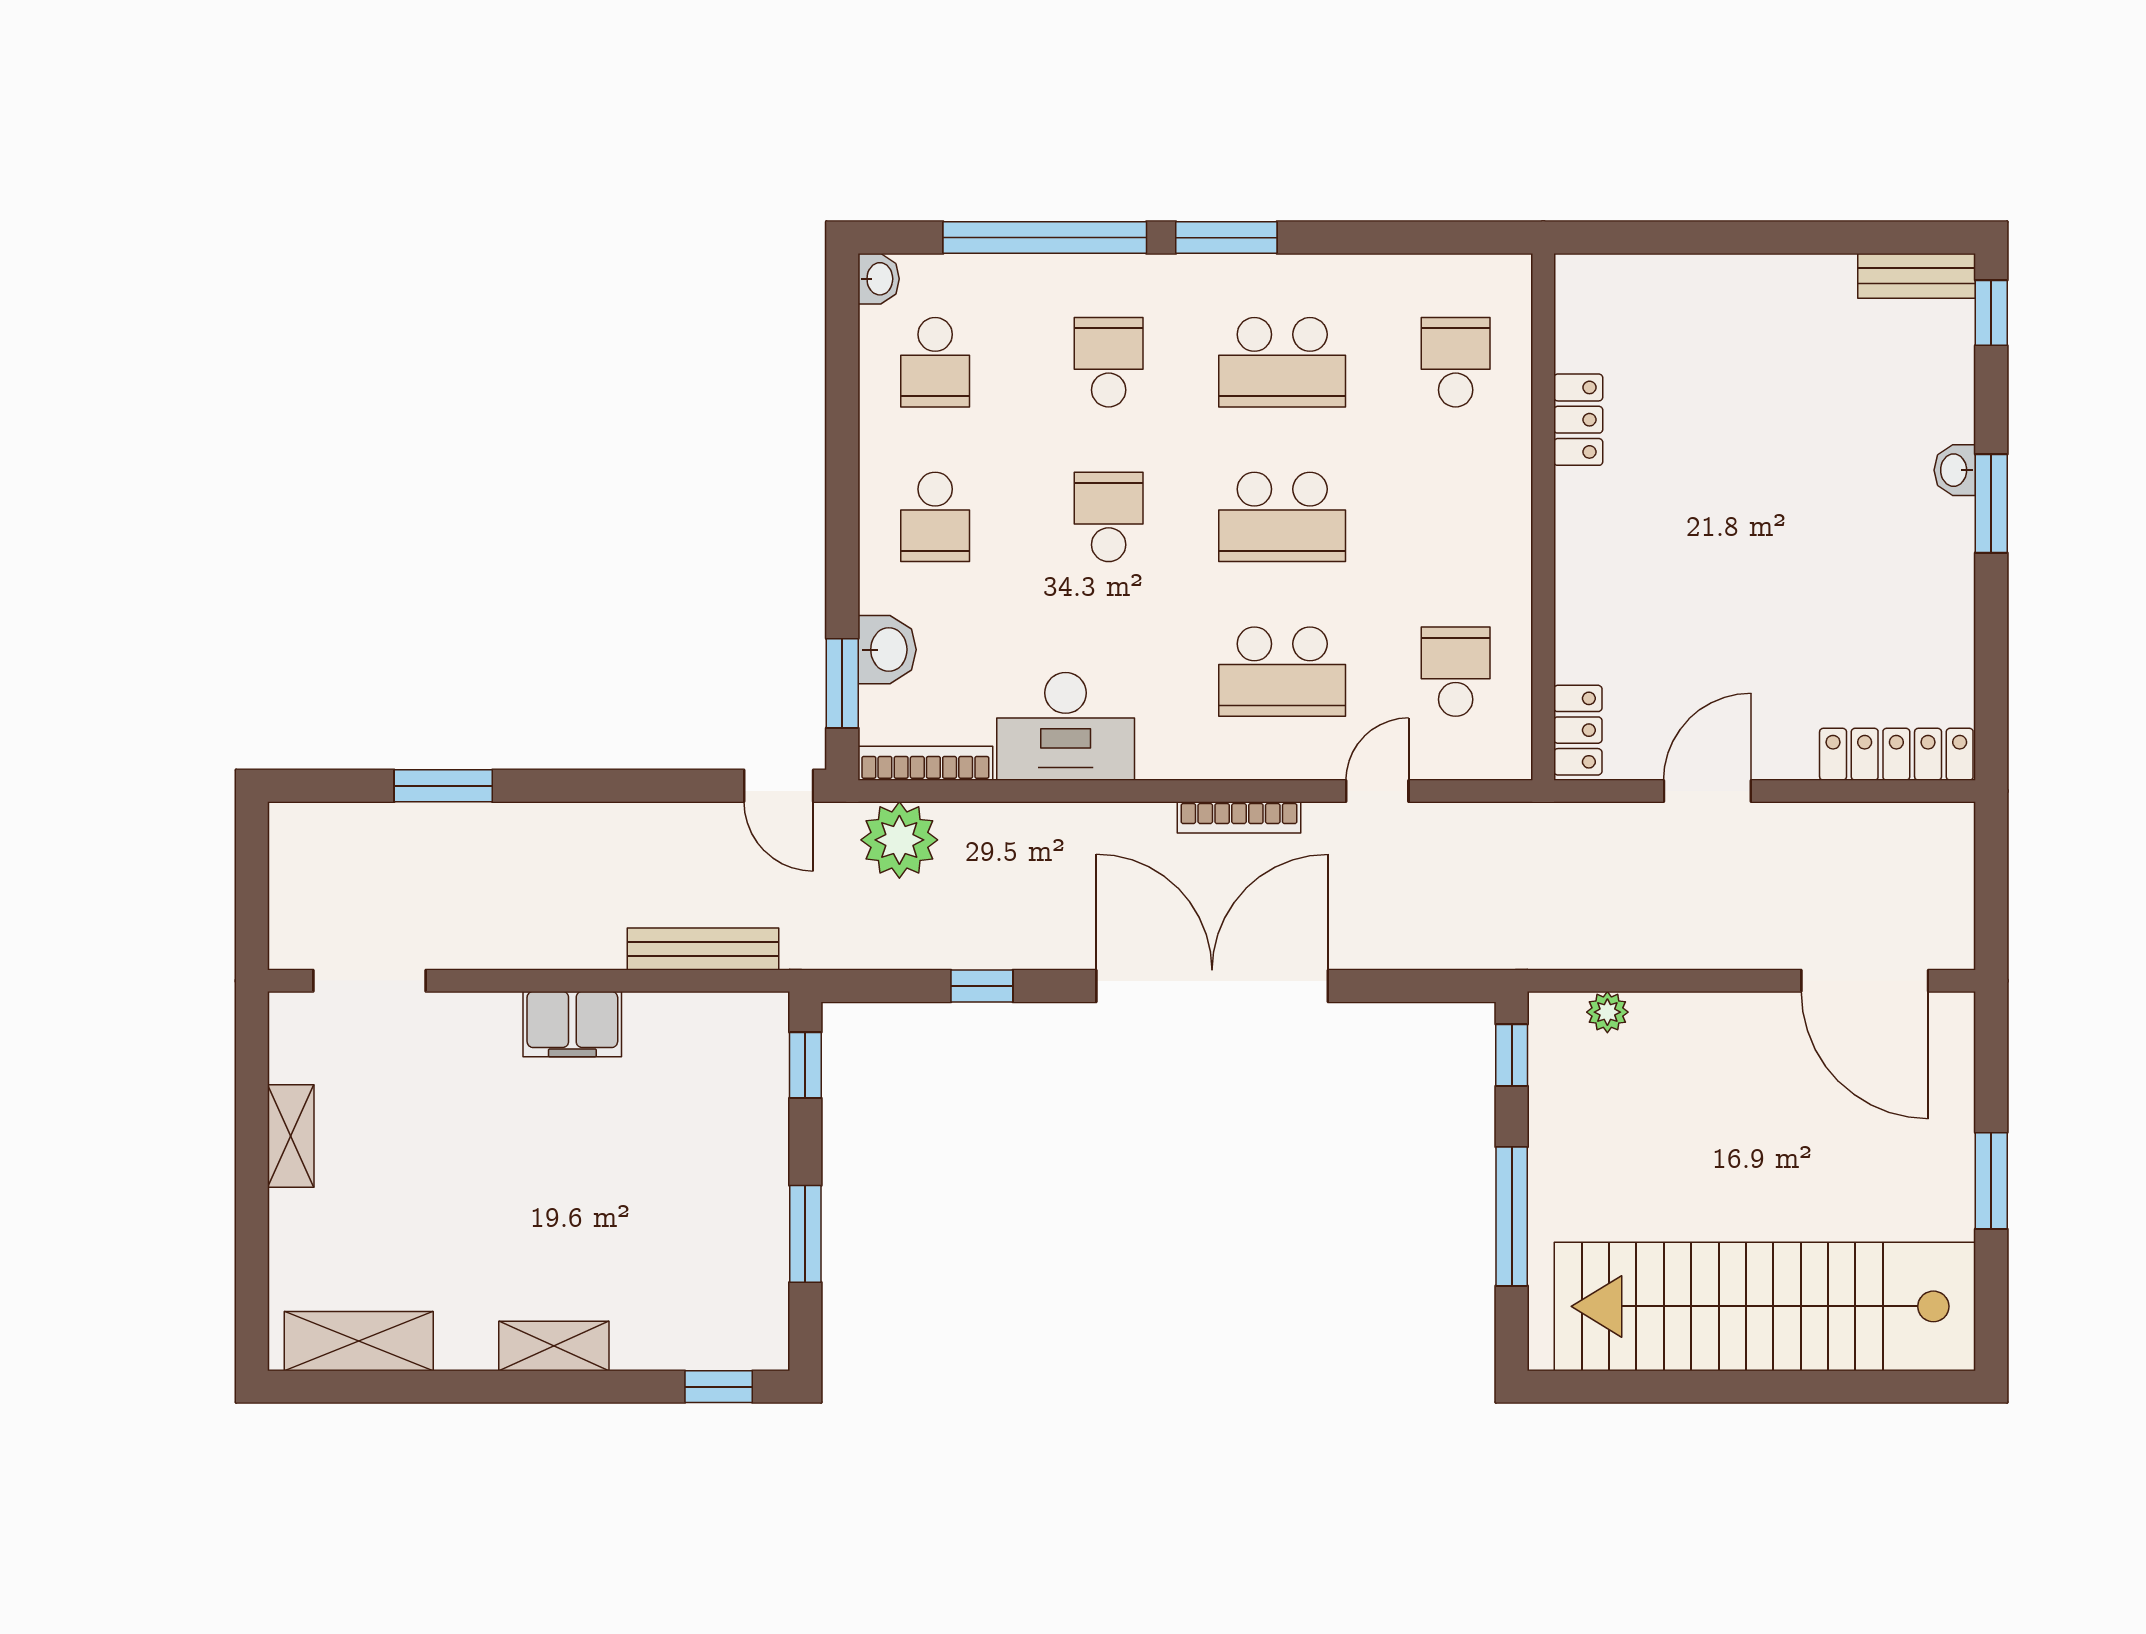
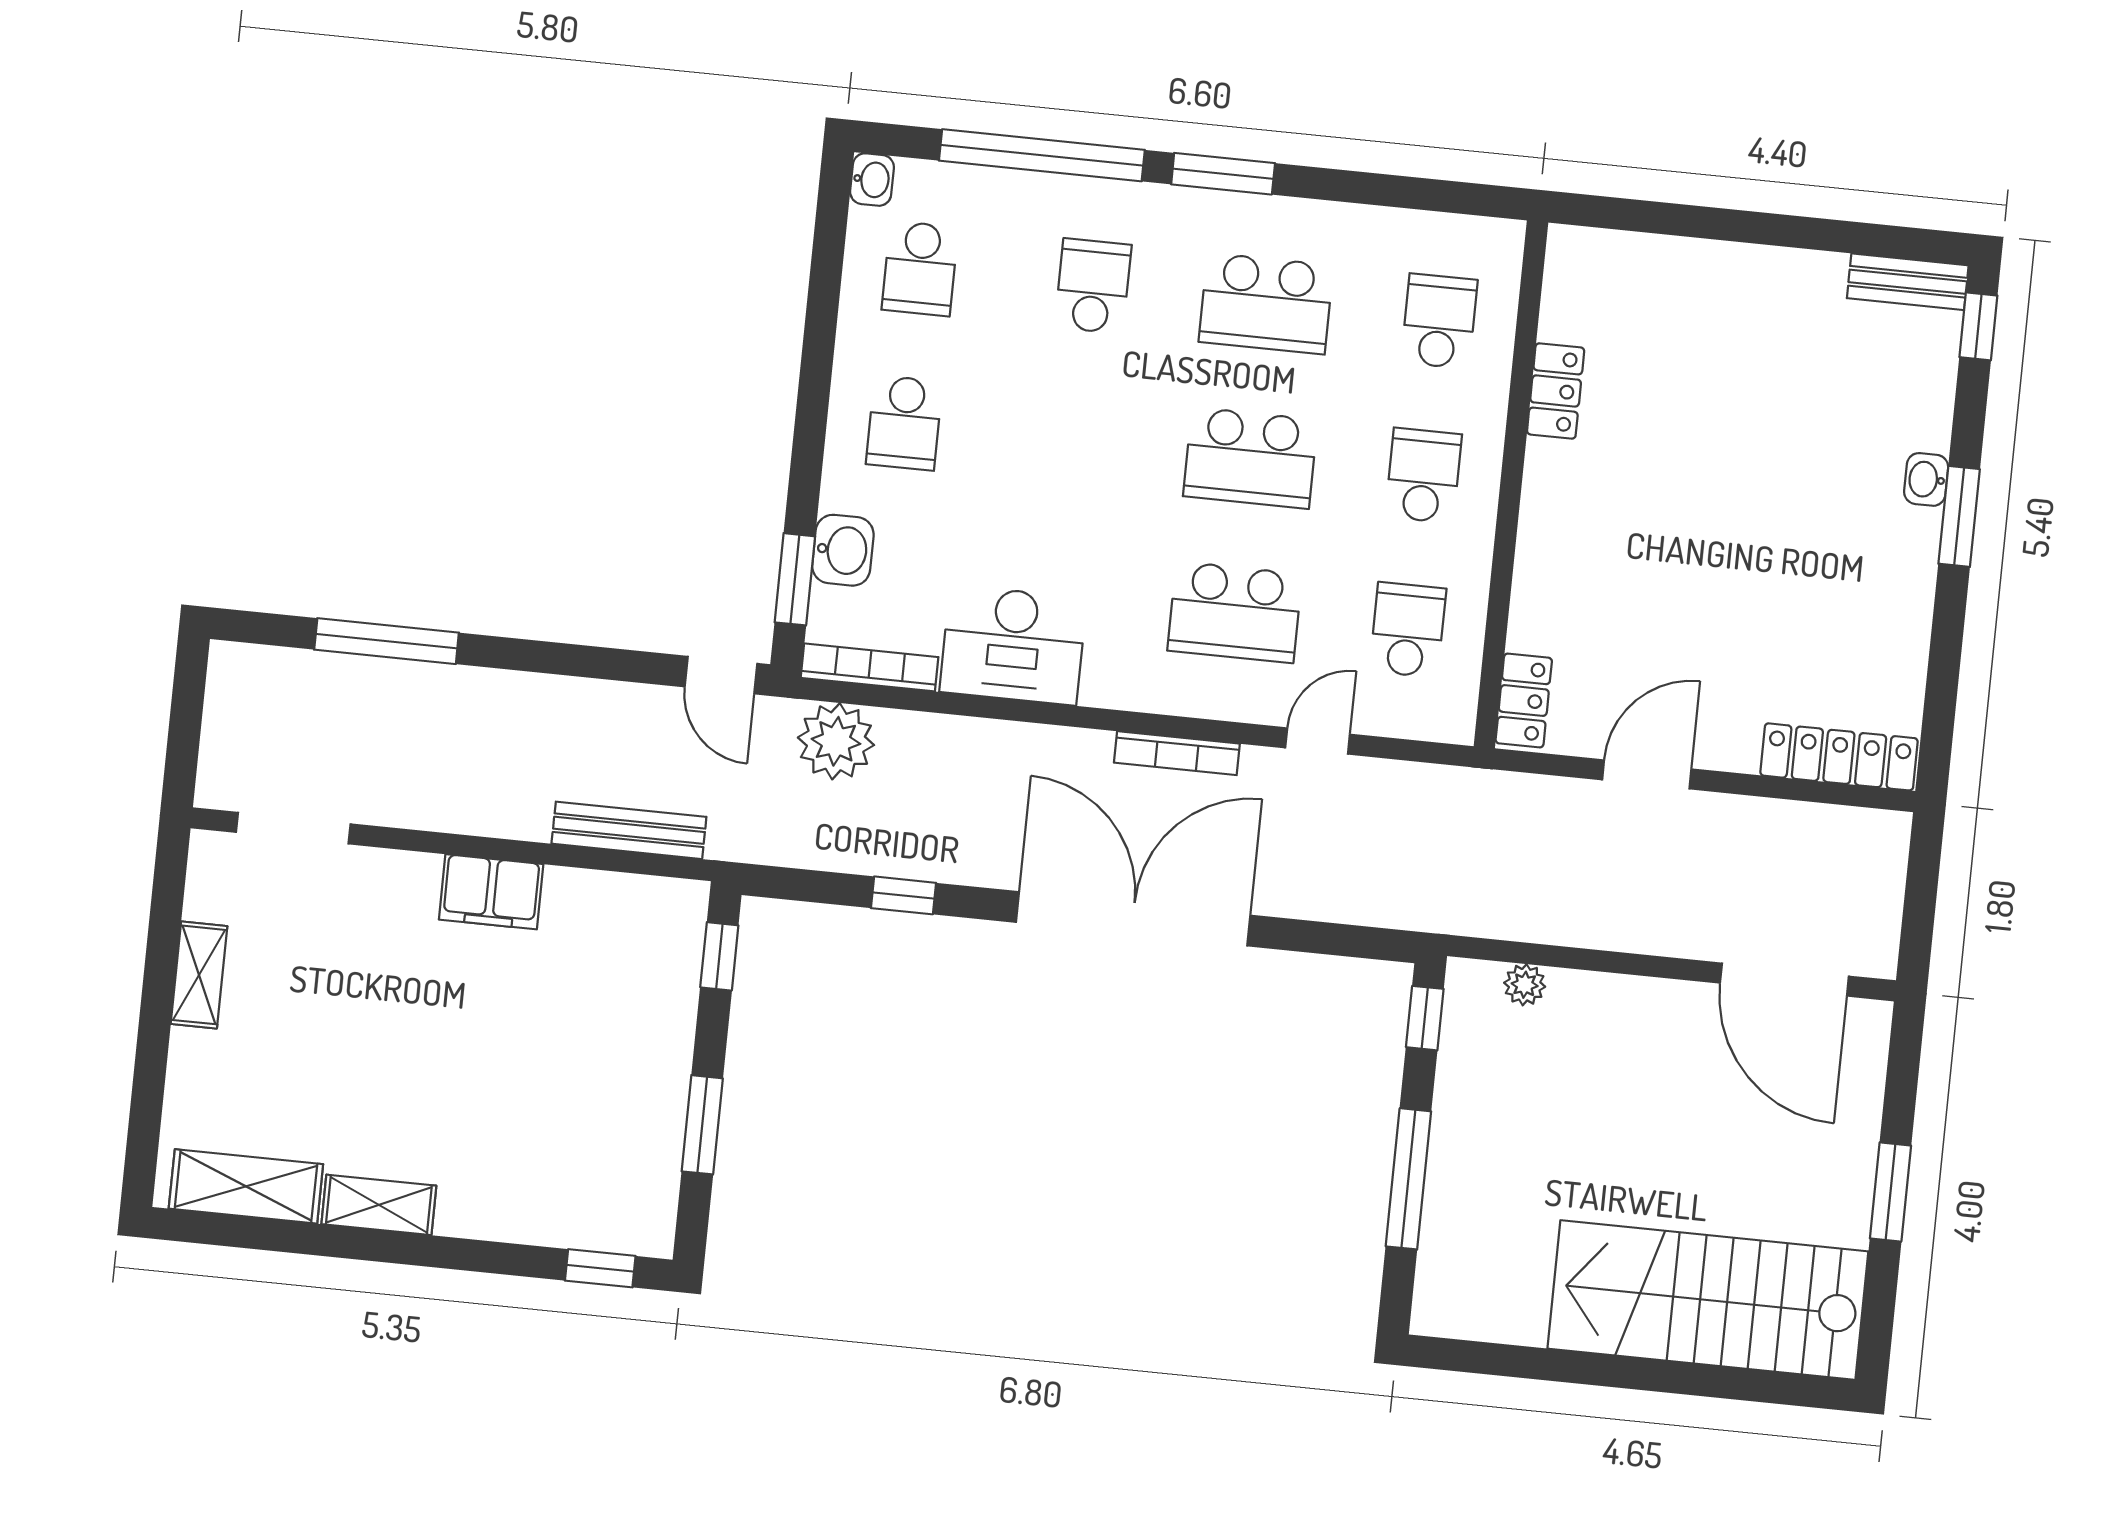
school desk: (1109, 517) -> (1423, 476), moved
window: (443, 786) -> (387, 641), width x1.44
stairs: (1765, 1306) -> (1708, 1300), width x0.73
shelving: (554, 1346) -> (379, 1205), moved

